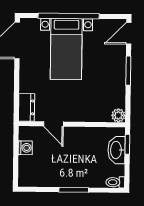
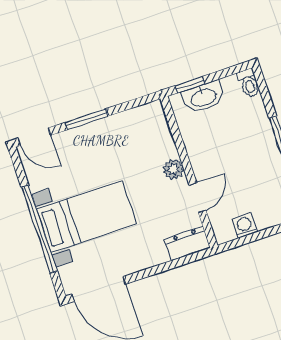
plant: (118, 115) -> (173, 169), moved

